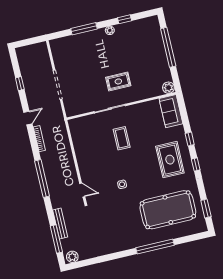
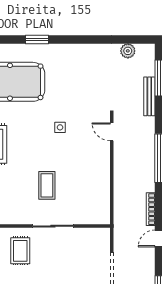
rug: (118, 81) -> (20, 251), moved, turned 90
window: (155, 247) -> (37, 39), width x0.47
plant: (72, 257) -> (128, 51), moved

